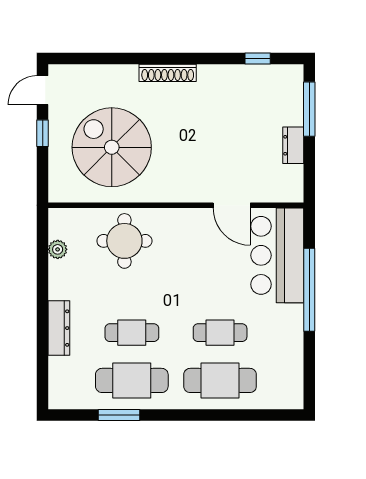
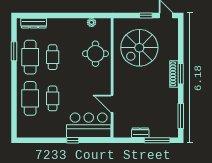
window: (167, 58) -> (181, 74), added
window: (258, 58) -> (181, 116), width x2.17
spiral stairs: (112, 147) -> (139, 48), turned 180
door: (232, 205) -> (112, 104), hinge flipped
window: (309, 290) -> (73, 140), width x0.32
dresser: (59, 328) -> (34, 23), moved

